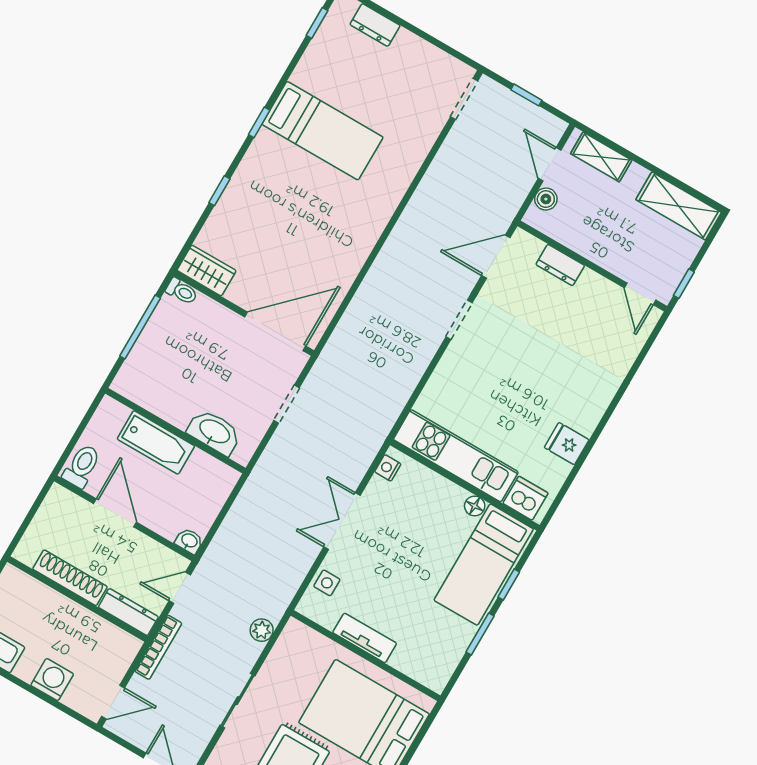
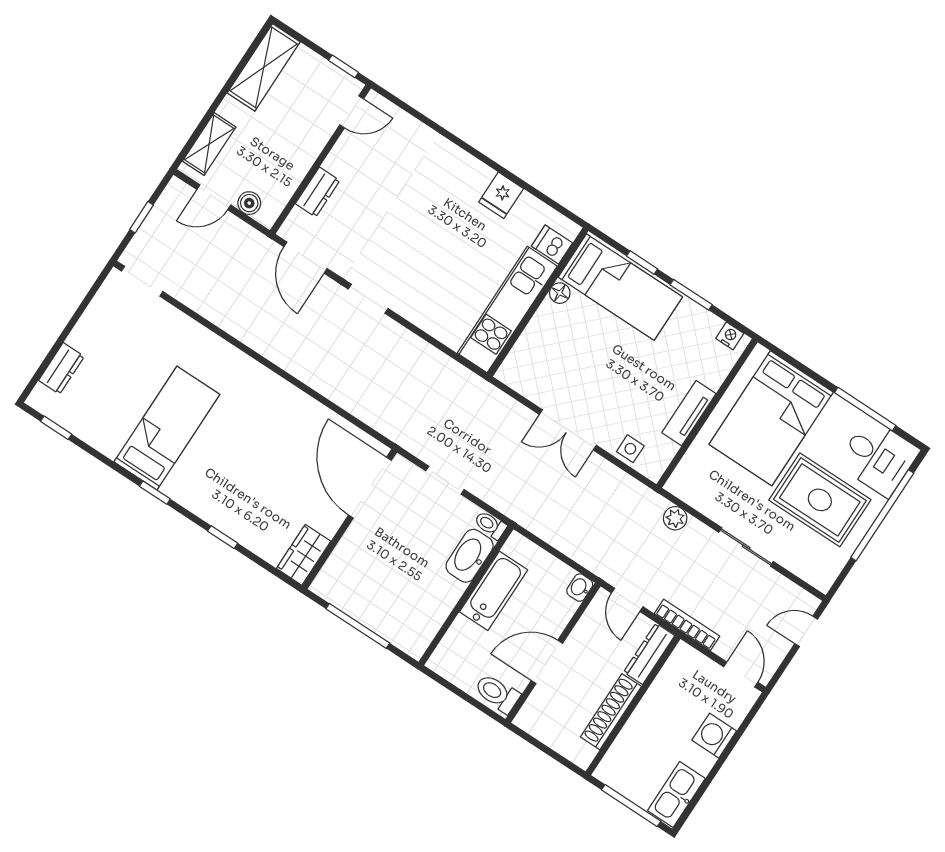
toilet: (182, 291) -> (490, 525), moved, turned -90
bathtub: (156, 442) -> (494, 591), moved
nightstand: (388, 468) -> (730, 336), moved, turned 180
dishwasher: (525, 498) -> (552, 245), width x0.73

